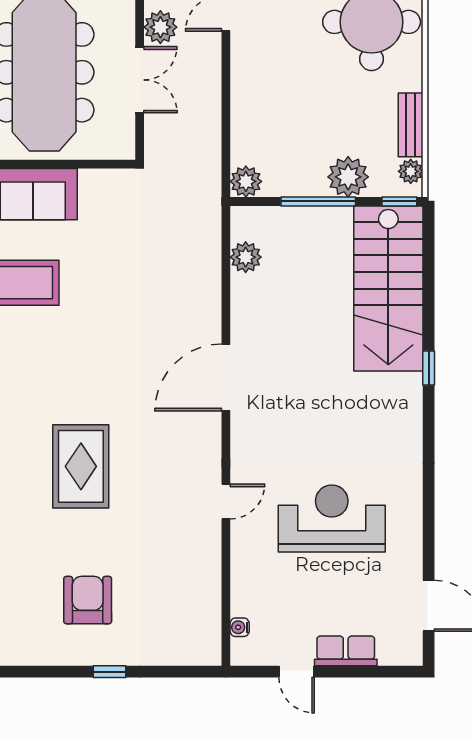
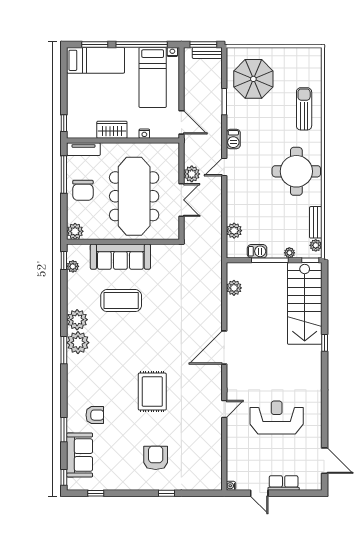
plant: (348, 177) -> (289, 253), width x0.53, depth x0.53
plant: (246, 181) -> (234, 231), moved
barbecue: (292, 183) -> (257, 251), added
water cooler: (240, 627) -> (231, 486), moved

